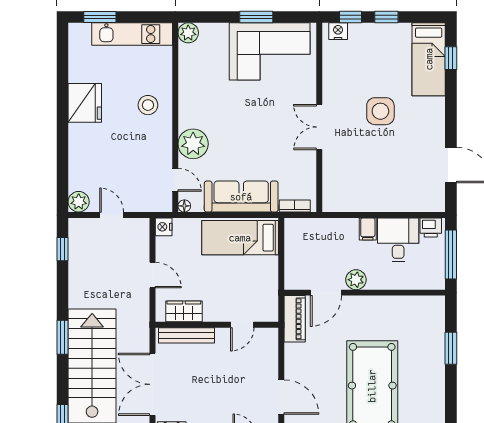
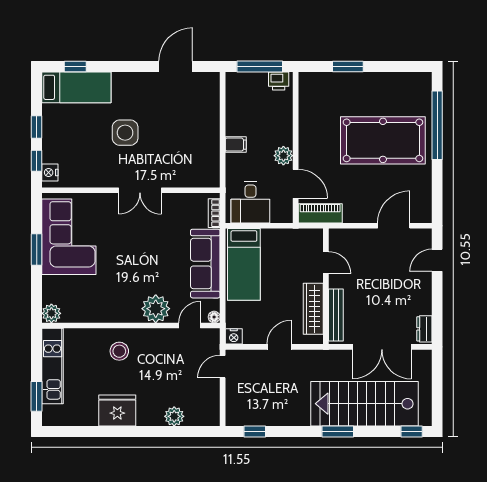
plant: (79, 202) -> (174, 416), moved
door: (112, 215) -> (223, 367), moved
printer: (431, 227) -> (279, 81), moved, turned 90
desk: (398, 240) -> (250, 202), moved, turned -90
wardrobe: (184, 311) -> (313, 309), width x1.50

